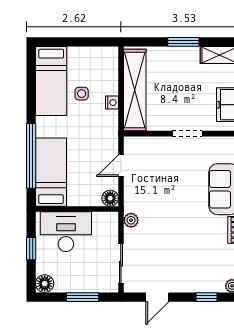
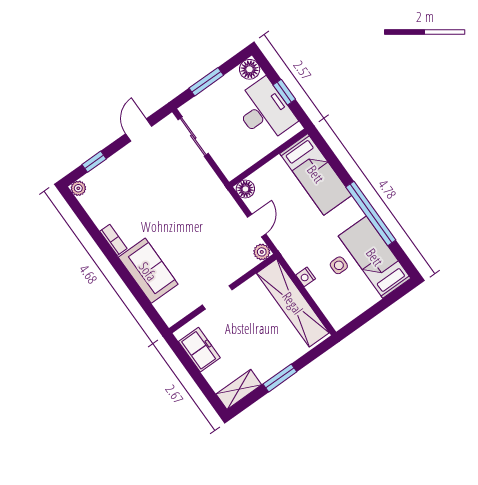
window: (31, 156) -> (371, 213), moved
plant: (131, 220) -> (262, 252), moved
desk: (66, 232) -> (264, 111), moved, turned -90

